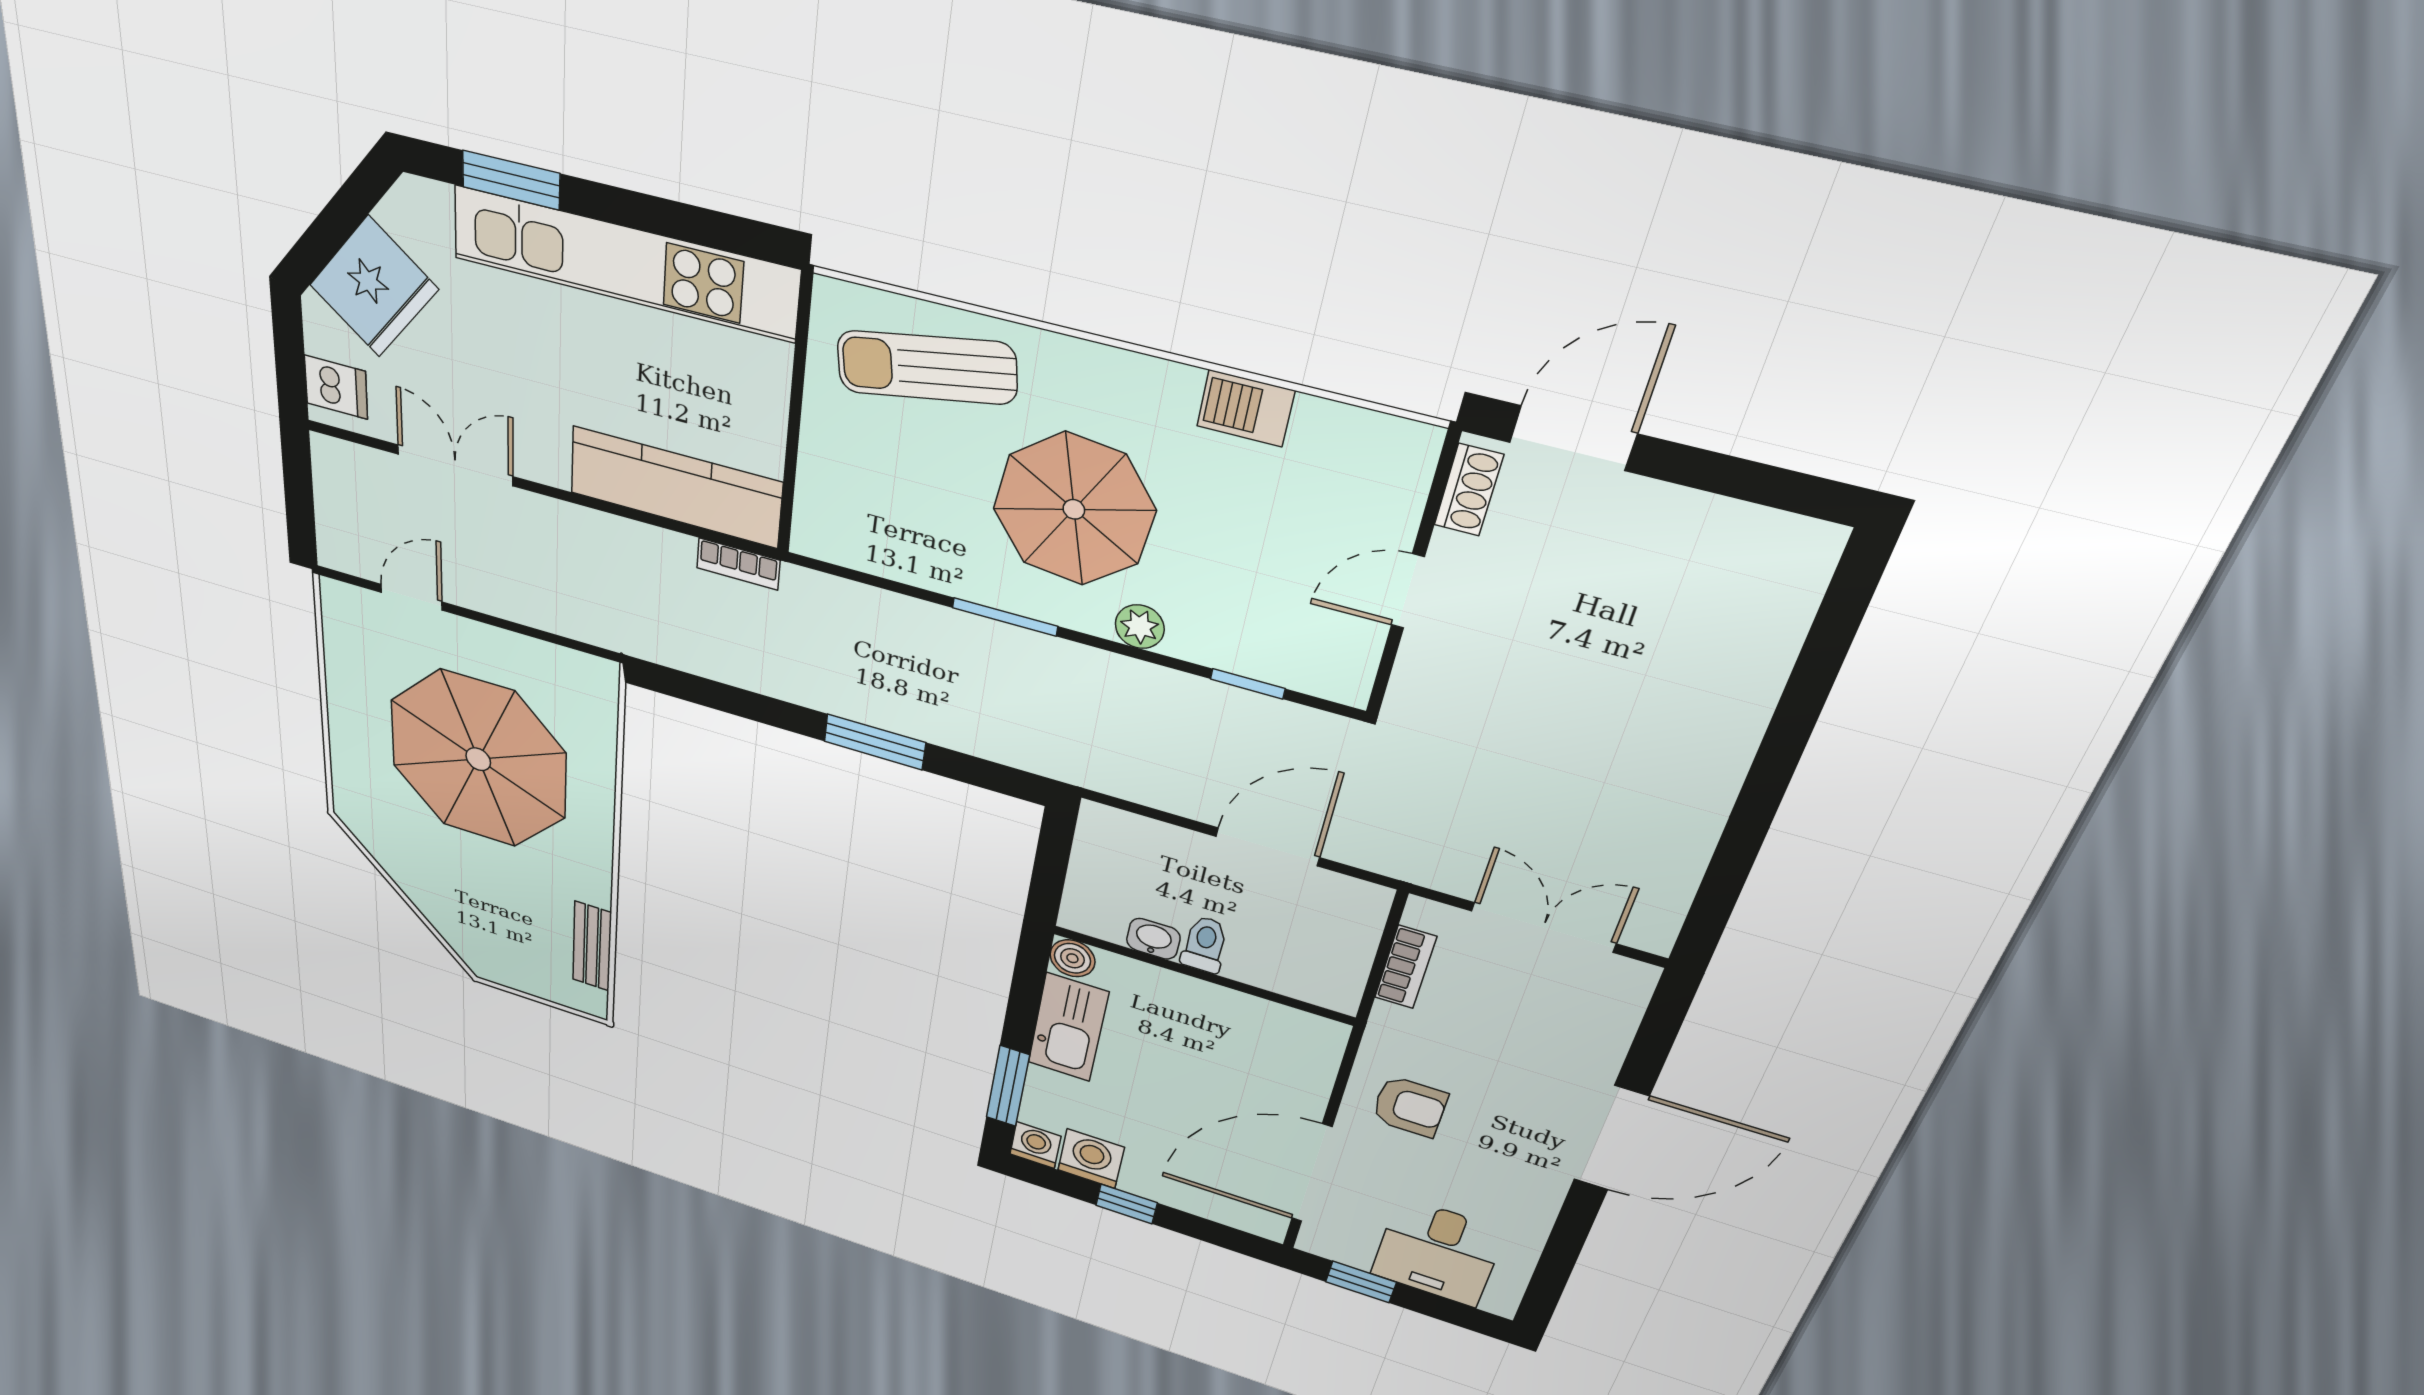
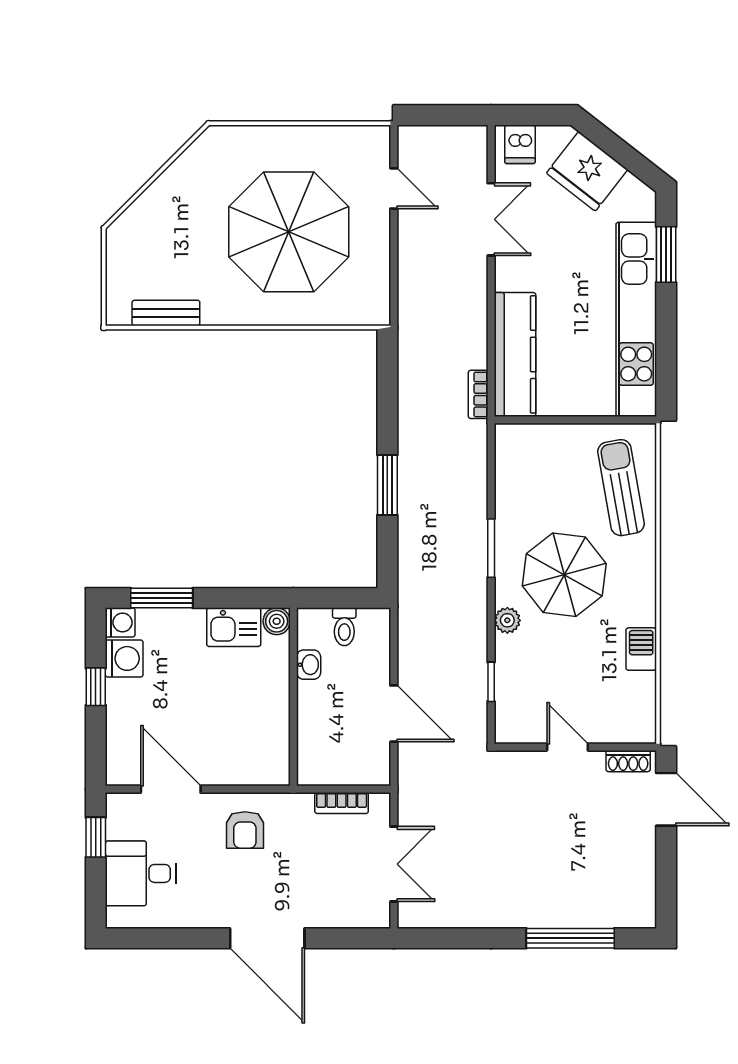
window: (1807, 690) -> (570, 938), added
toilet: (1205, 944) -> (344, 627), moved, turned 90
kitchen sink: (1068, 1027) -> (234, 627), width x0.73
door: (1312, 1173) -> (171, 789), width x0.73

